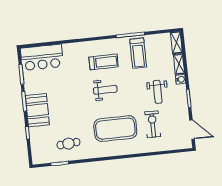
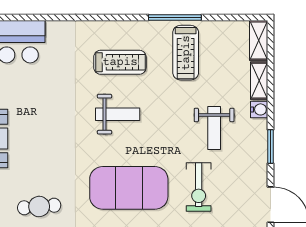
exercise bike: (153, 124) -> (199, 187), turned 180

